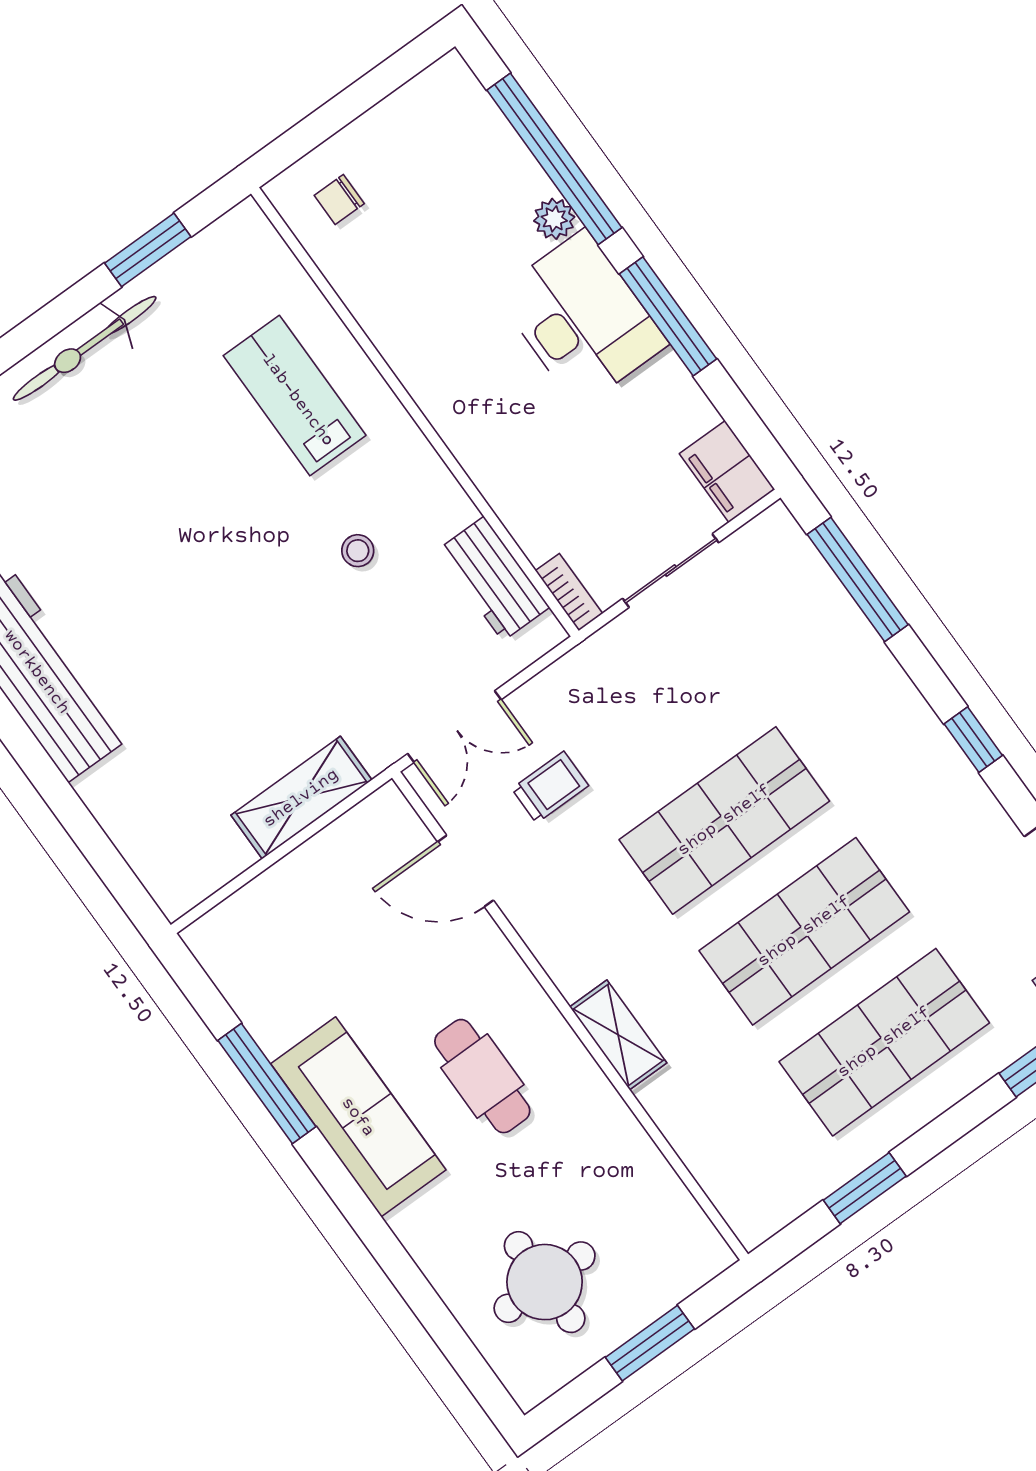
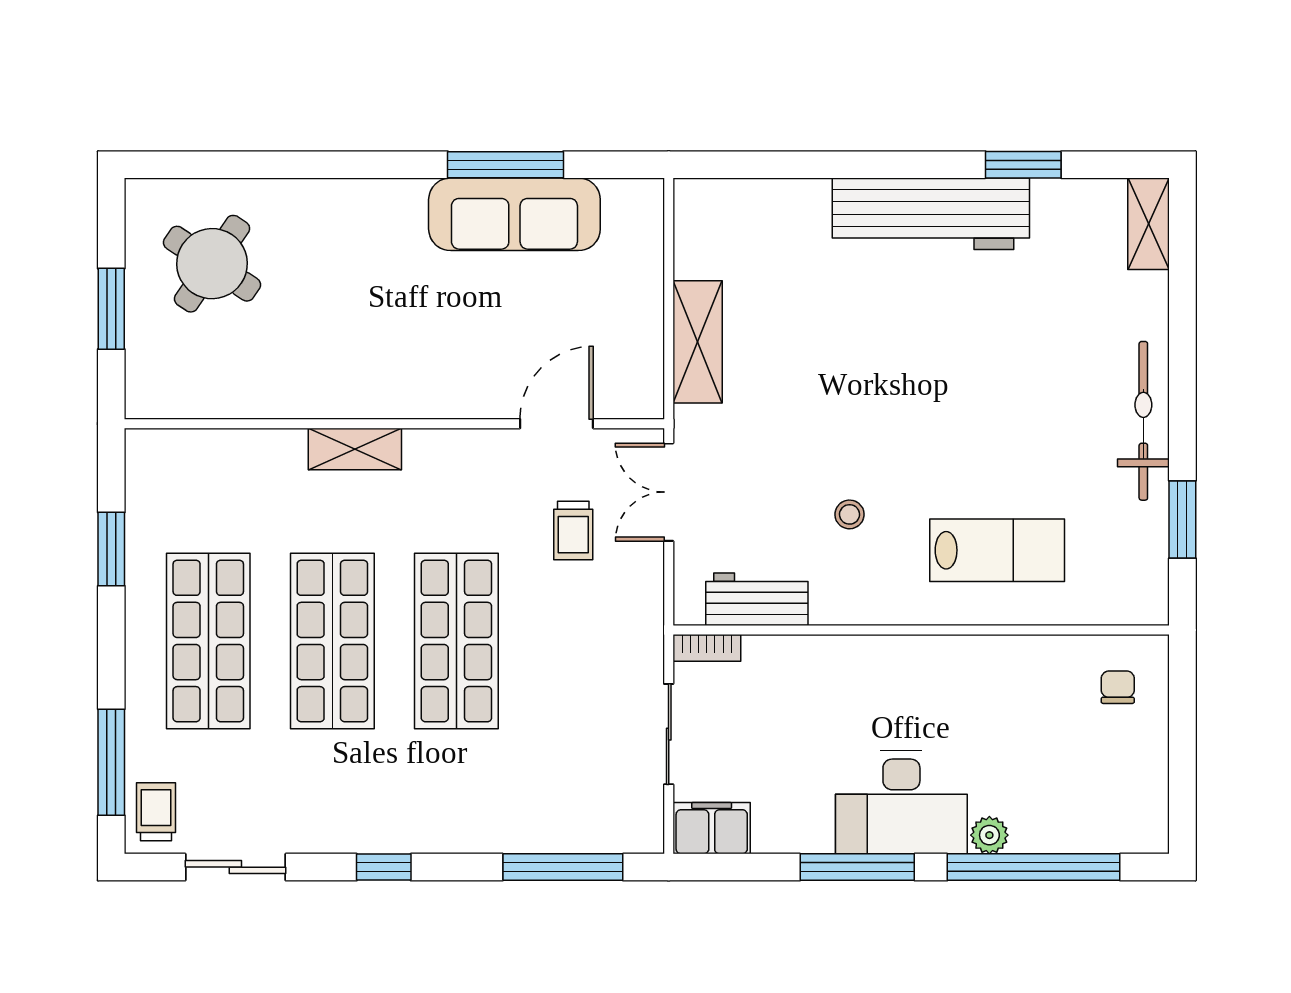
cafe table: (482, 1076) -> (397, 327), removed
sofa: (358, 1117) -> (514, 214), moved
round table: (545, 1282) -> (212, 264), turned 34

